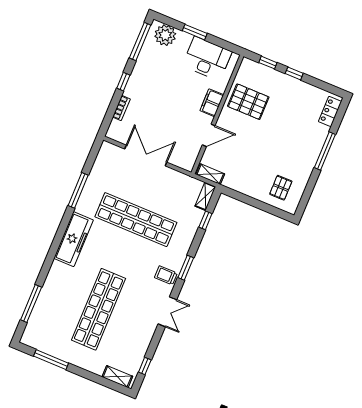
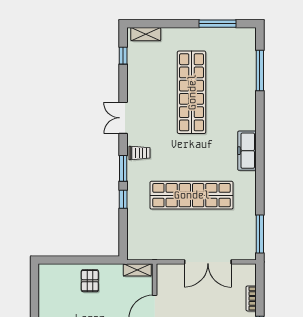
pallet: (281, 188) -> (90, 281), moved
window: (78, 190) -> (260, 234), moved
shelving: (205, 196) -> (133, 246), removed
window: (205, 220) -> (123, 199), moved
freezer: (73, 239) -> (247, 151), width x0.73, depth x0.79

